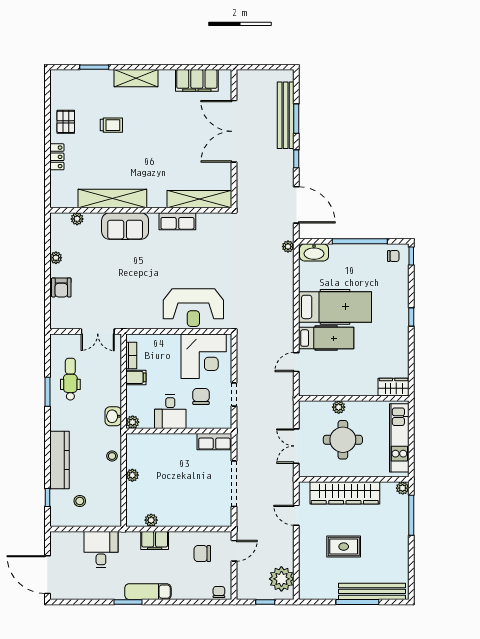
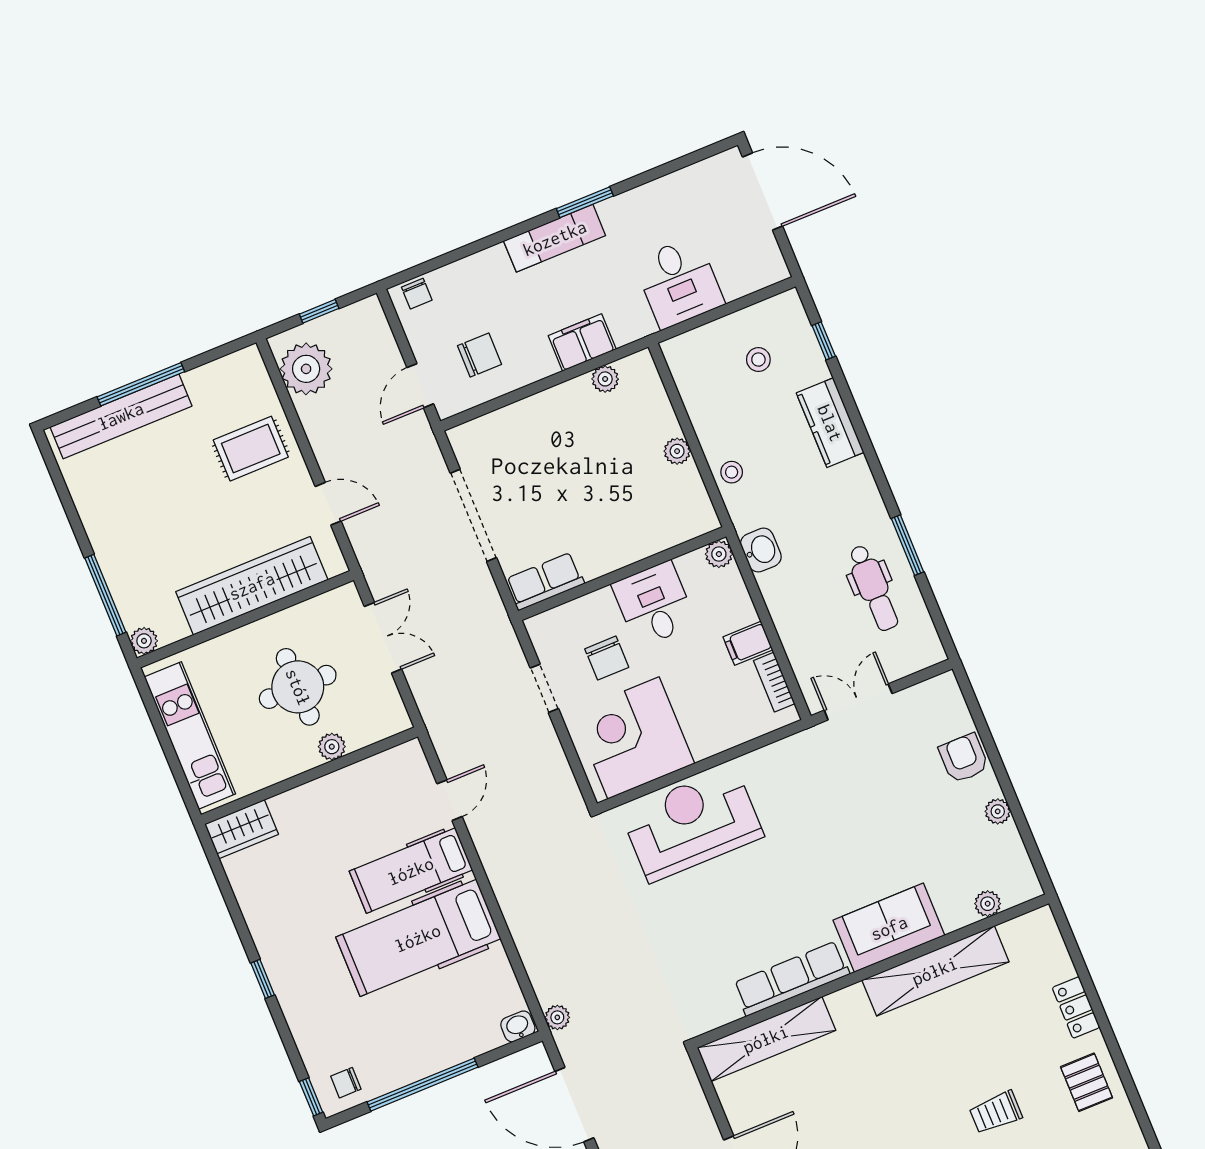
row of seats: (177, 221) -> (791, 979), width x1.48
washbasin: (314, 252) -> (518, 1026), width x0.52, depth x0.69
kitchen counter: (59, 460) -> (830, 423), width x0.67
rug: (344, 547) -> (251, 449), moved

